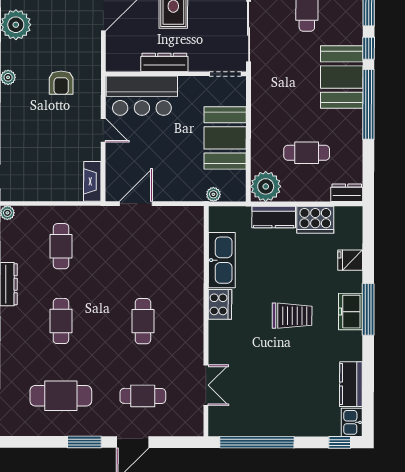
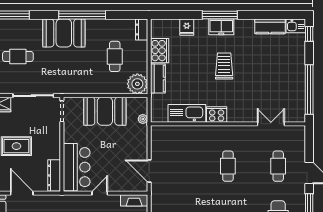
window: (369, 48) -> (44, 15), removed
dresser: (164, 62) -> (54, 175), moved
cafe table: (143, 321) -> (228, 166), turned 90

